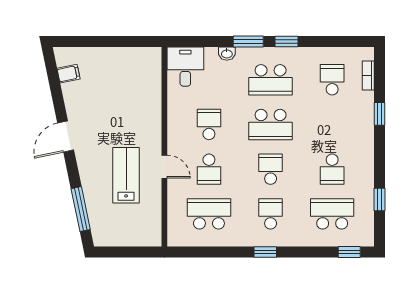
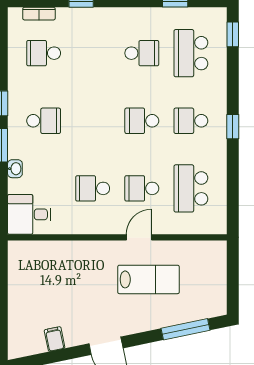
filing cabinet: (68, 74) -> (55, 339), moved
school desk: (271, 80) -> (44, 121), width x0.54
school desk: (271, 124) -> (93, 121), removed
school desk: (209, 169) -> (142, 188), turned 180
lab bench: (126, 175) -> (148, 279), turned 180

